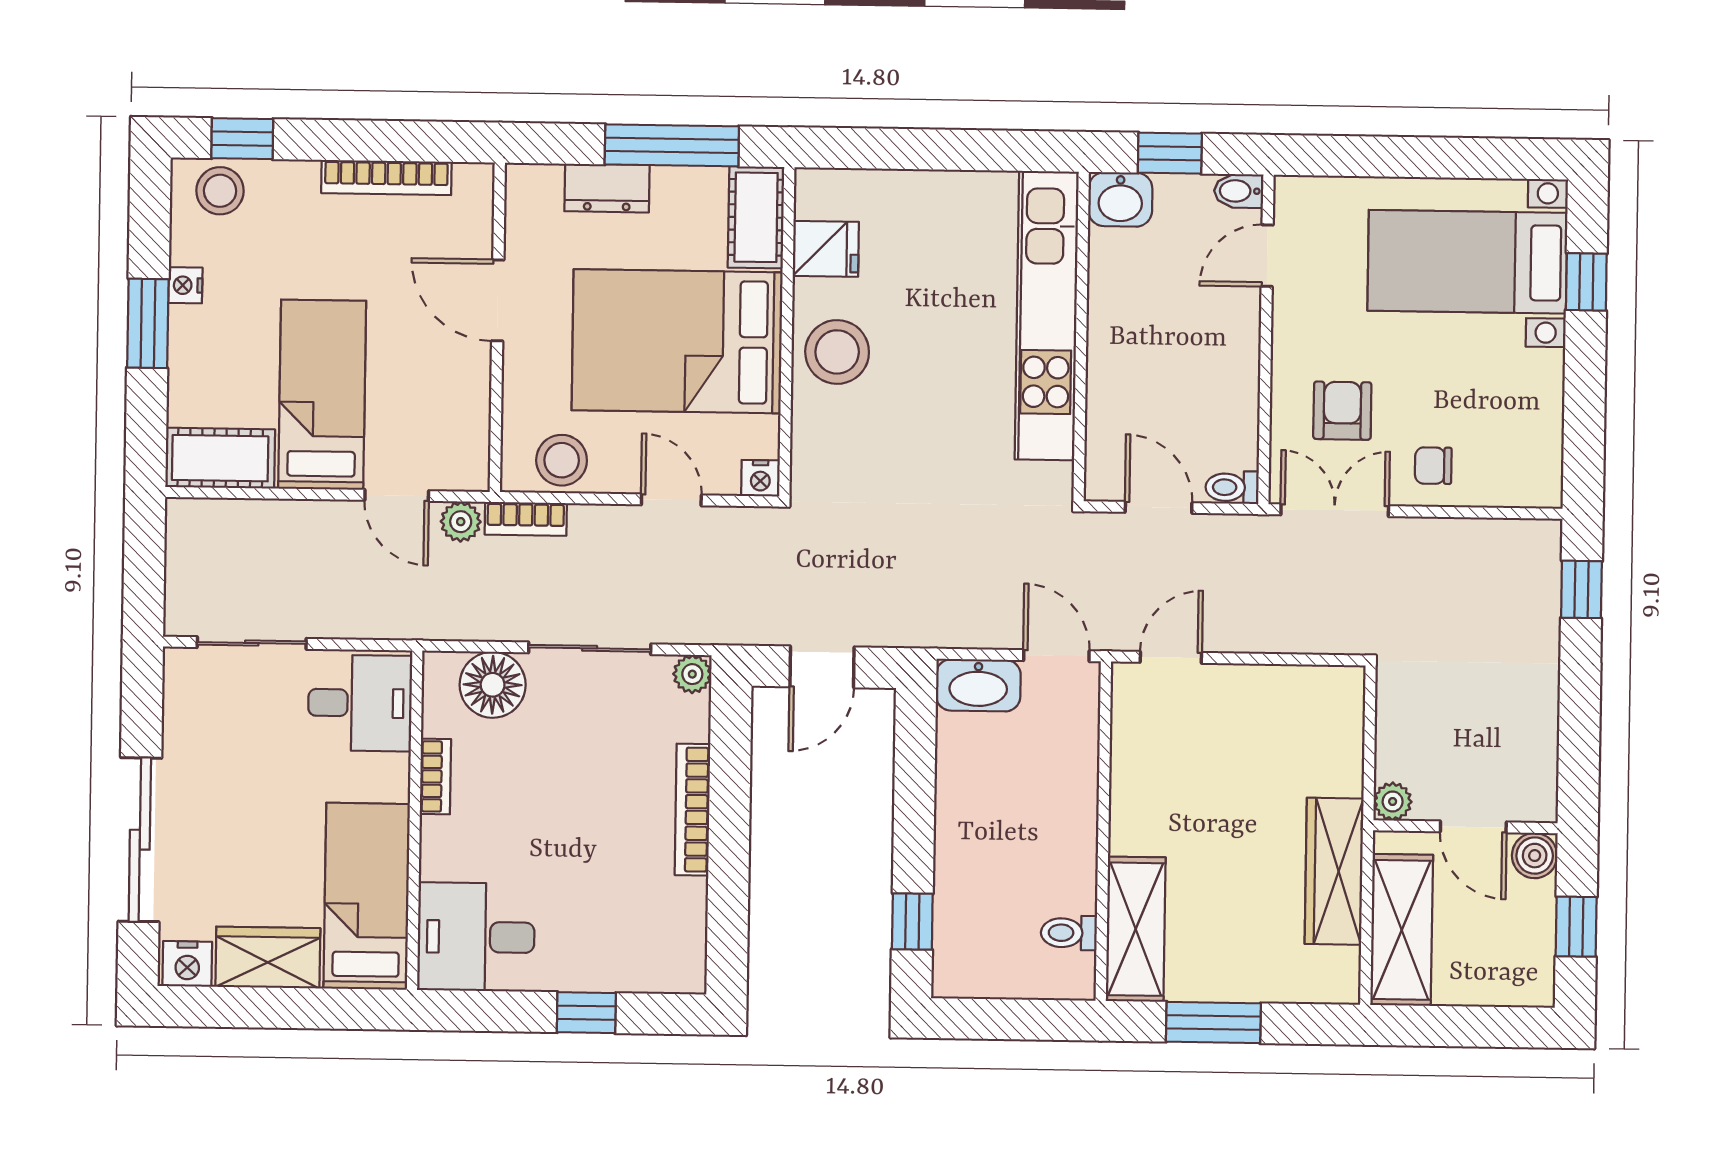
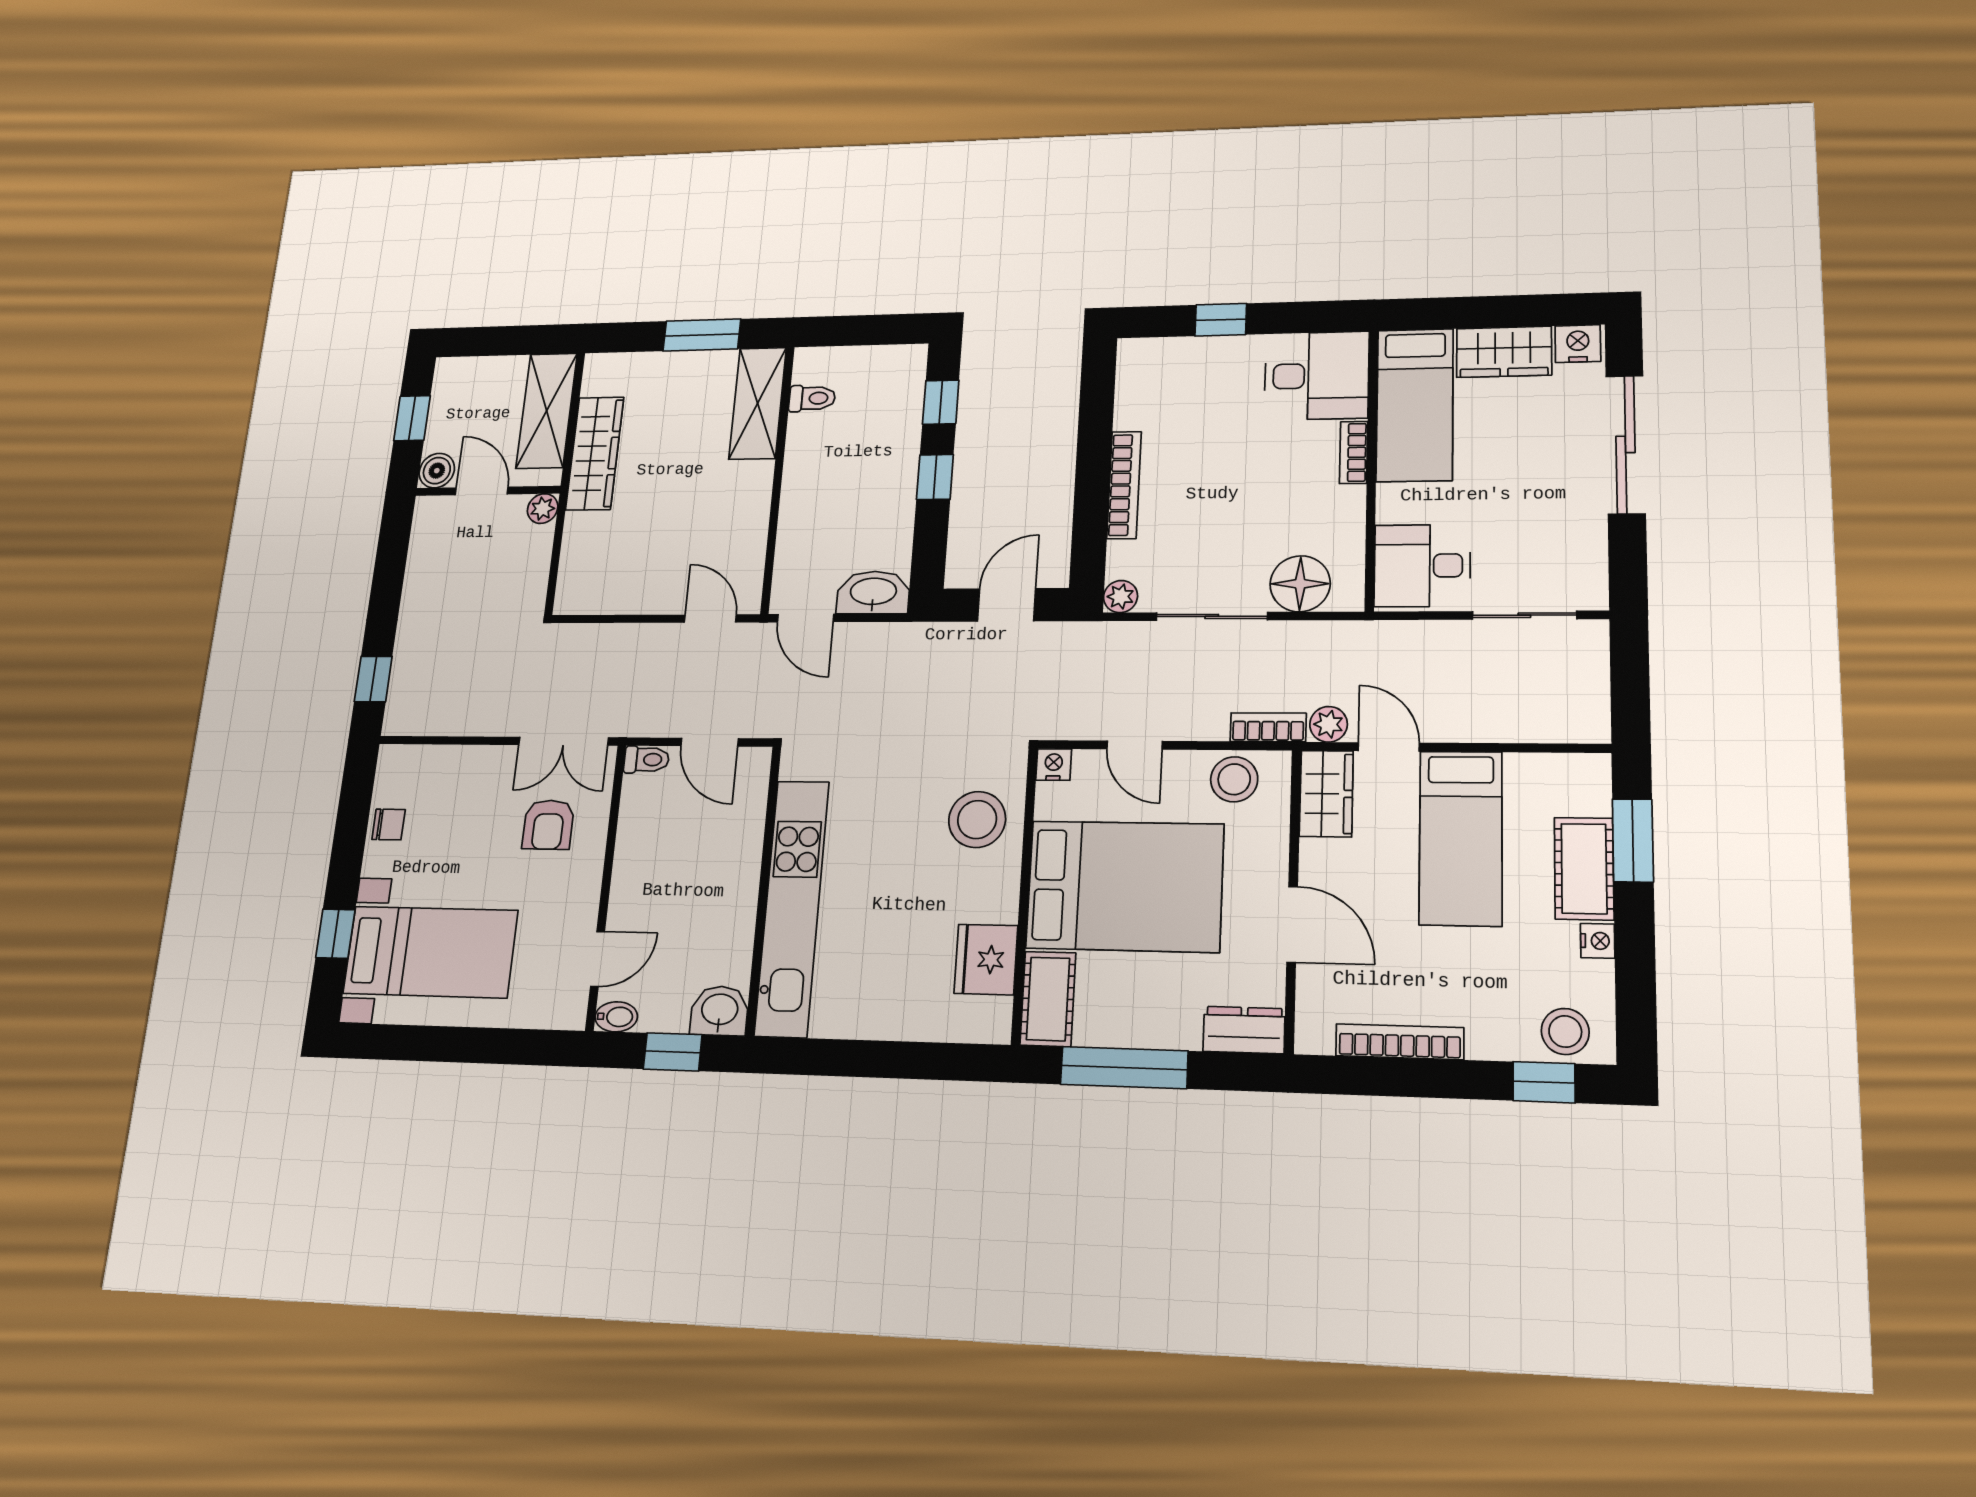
dresser: (607, 188) -> (1244, 1030), moved
fridge: (826, 249) -> (986, 959), width x1.38
window: (148, 323) -> (1633, 840), moved
stool: (837, 352) -> (977, 820), moved
wardrobe: (463, 444) -> (1326, 794), added
cot: (220, 458) -> (1584, 869), moved, turned 90
chair: (1433, 466) -> (389, 824), moved
door: (1171, 657) -> (710, 618), swing flipped
bookcase: (435, 776) -> (1354, 452), moved
window: (914, 827) -> (935, 477), added

